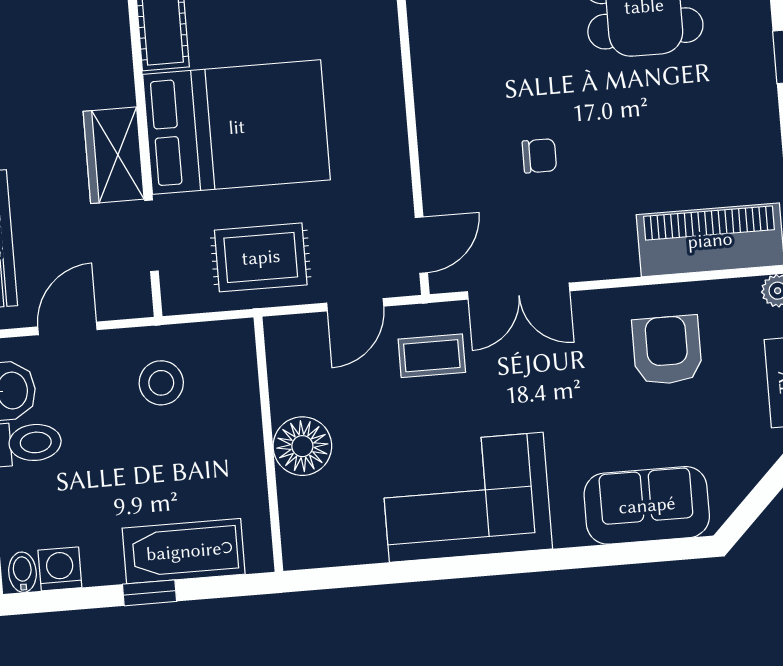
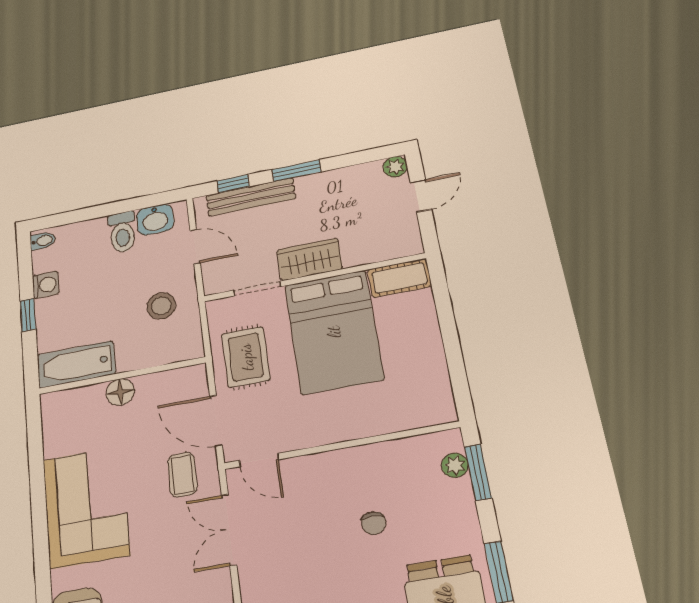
chair: (539, 156) -> (374, 523), moved
door: (355, 305) -> (216, 421), width x1.38
floor lamp: (302, 446) -> (120, 392), width x0.73, depth x0.73
bathtub: (184, 551) -> (76, 364), moved, turned -90
washing machine: (60, 569) -> (46, 285), moved

